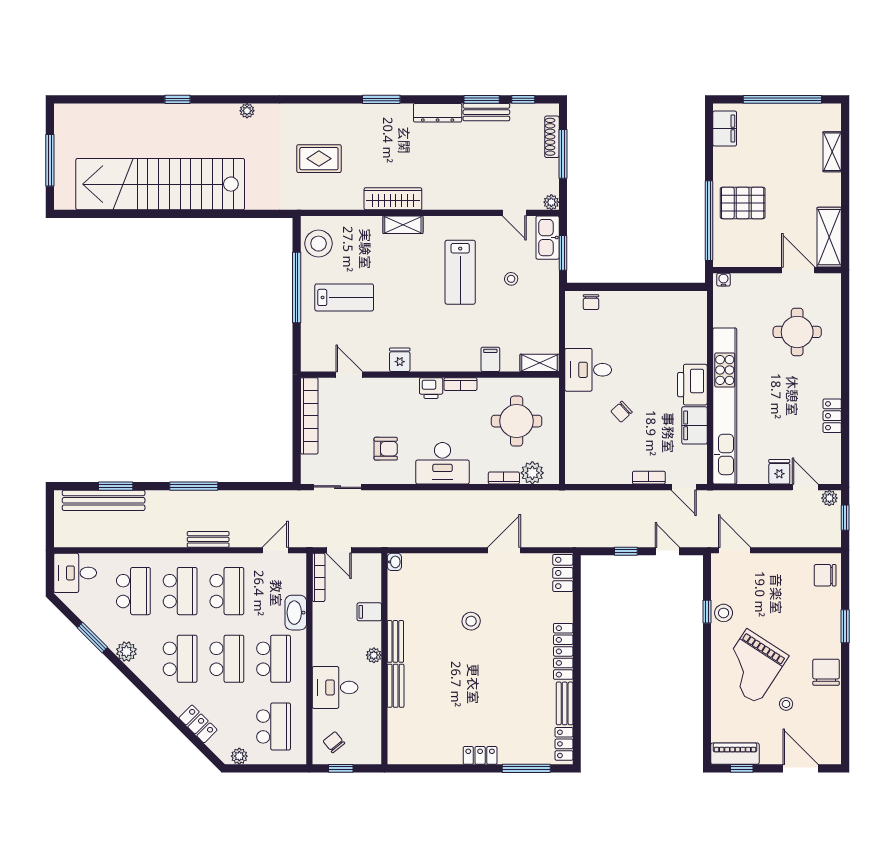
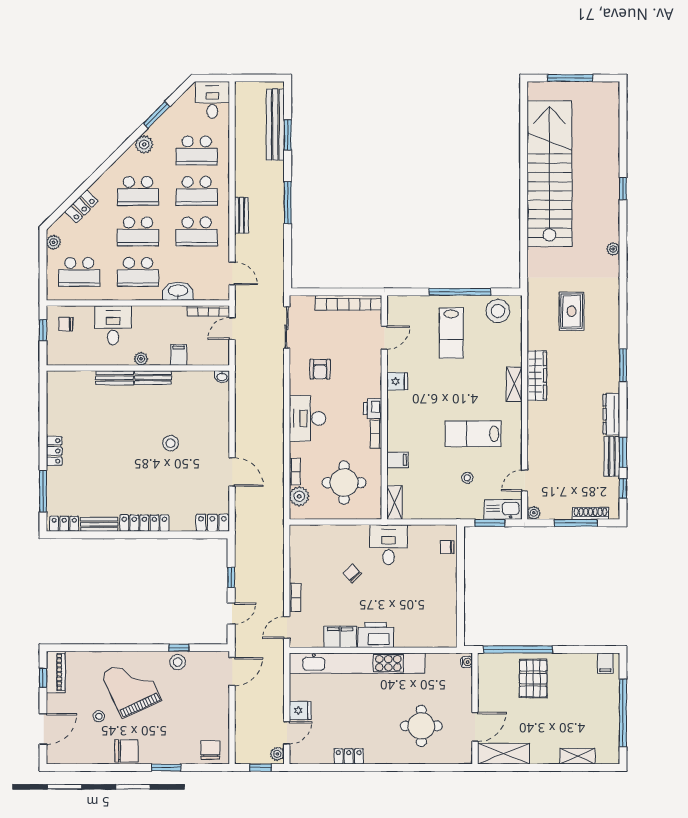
filing cabinet: (725, 129) -> (605, 663), width x0.50
grand piano: (752, 666) -> (131, 687), turned 32
chair: (334, 742) -> (66, 324), turned -141

